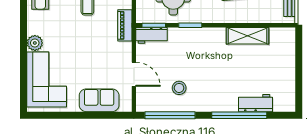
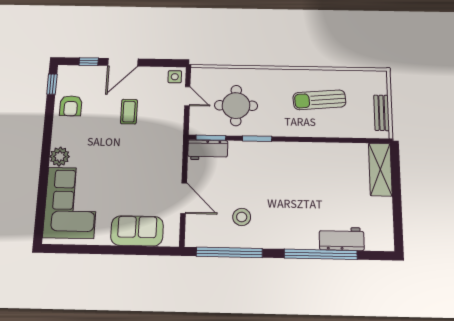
piano: (125, 25) -> (174, 137), removed
shelving: (248, 36) -> (380, 170), moved, turned 90

